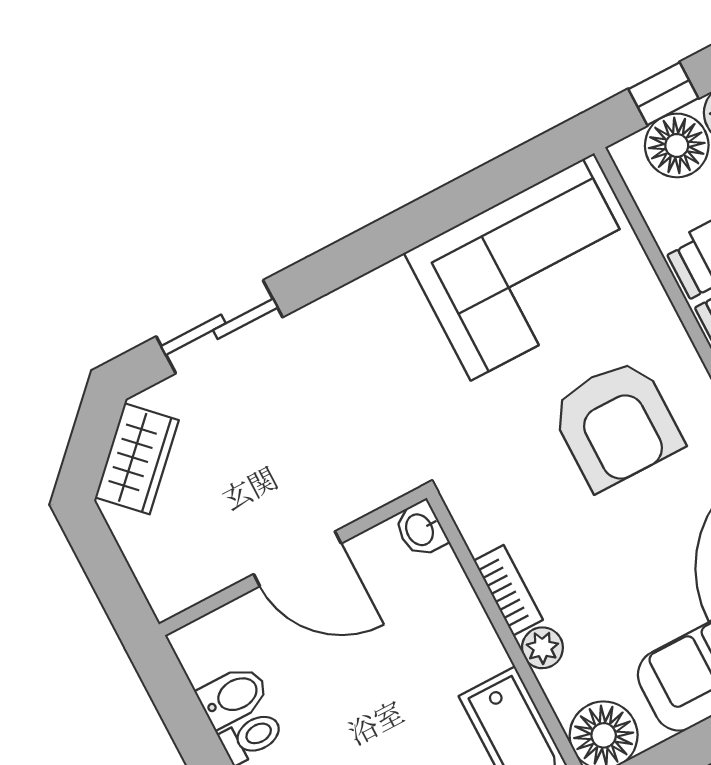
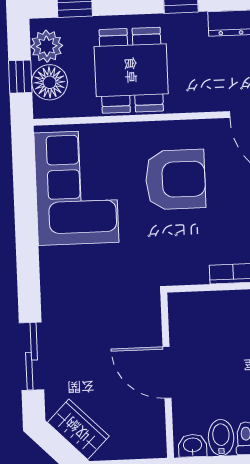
washbasin: (421, 529) -> (193, 446), moved, turned 180
door: (297, 559) -> (167, 372), swing flipped

